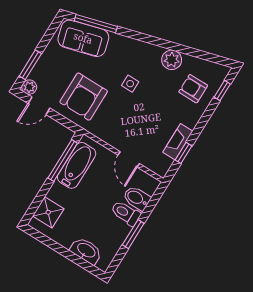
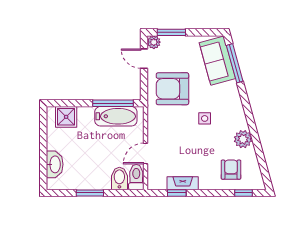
toilet: (126, 213) -> (136, 177), moved

